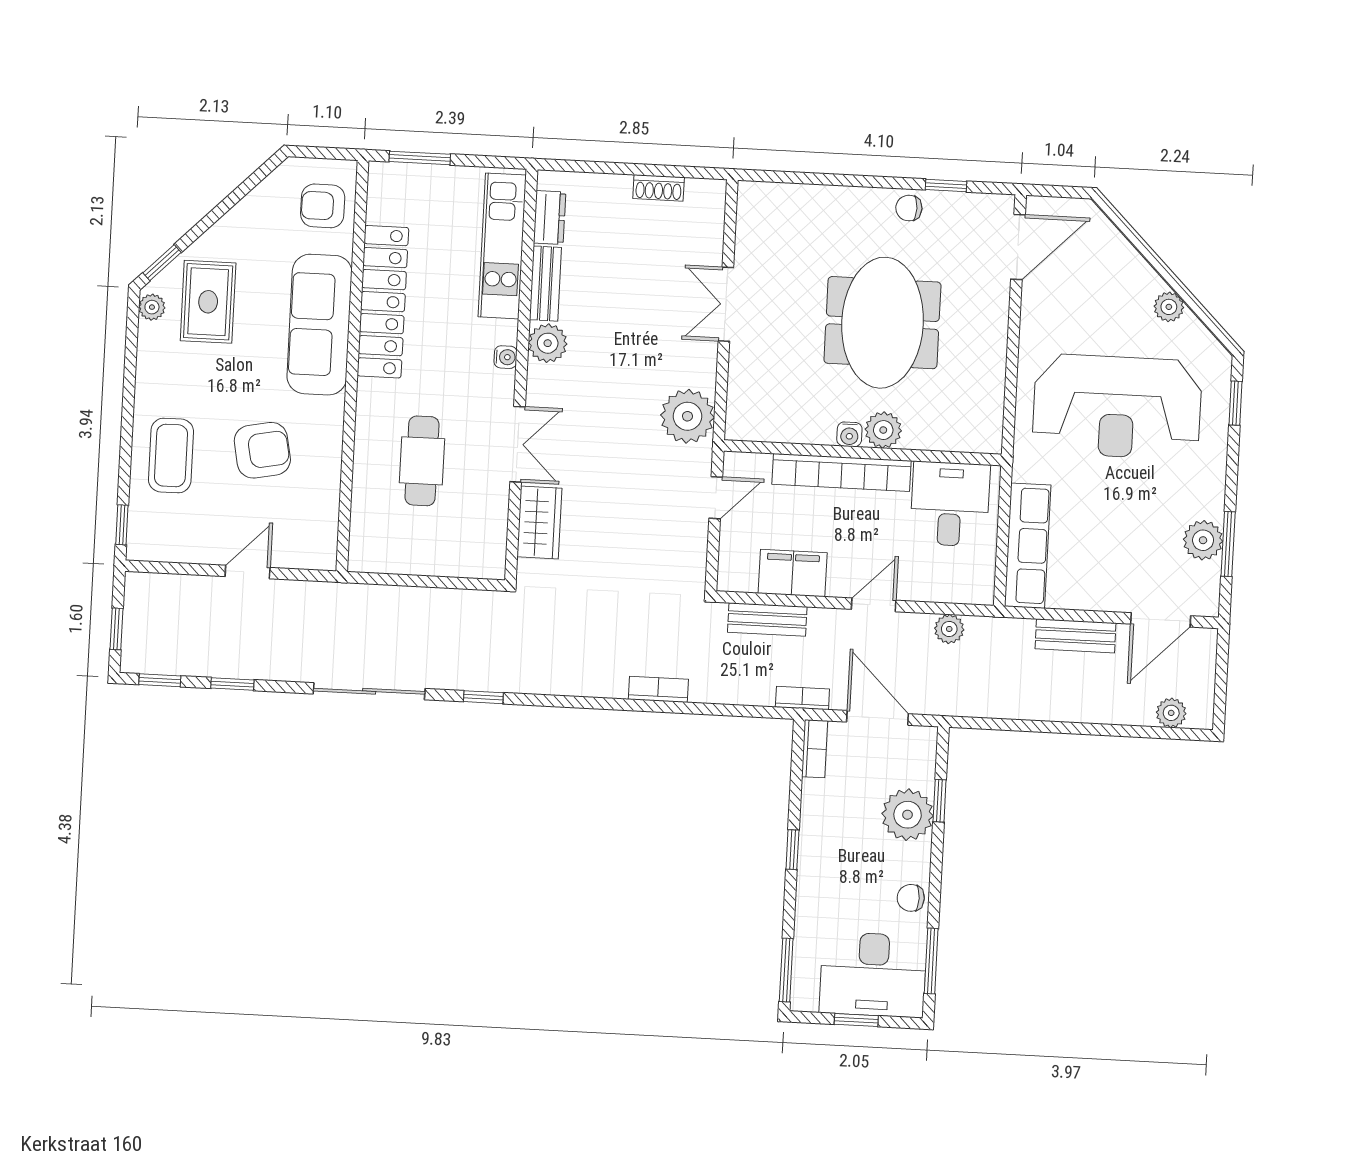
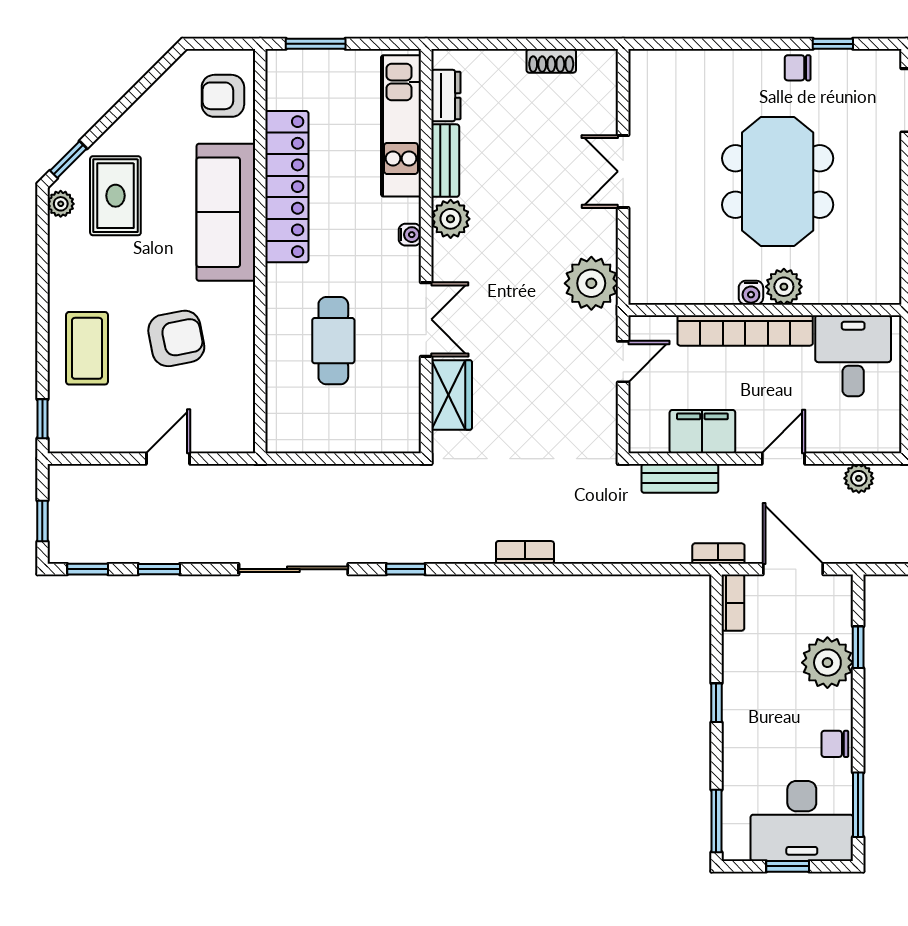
bookcase: (658, 689) -> (525, 552), moved

